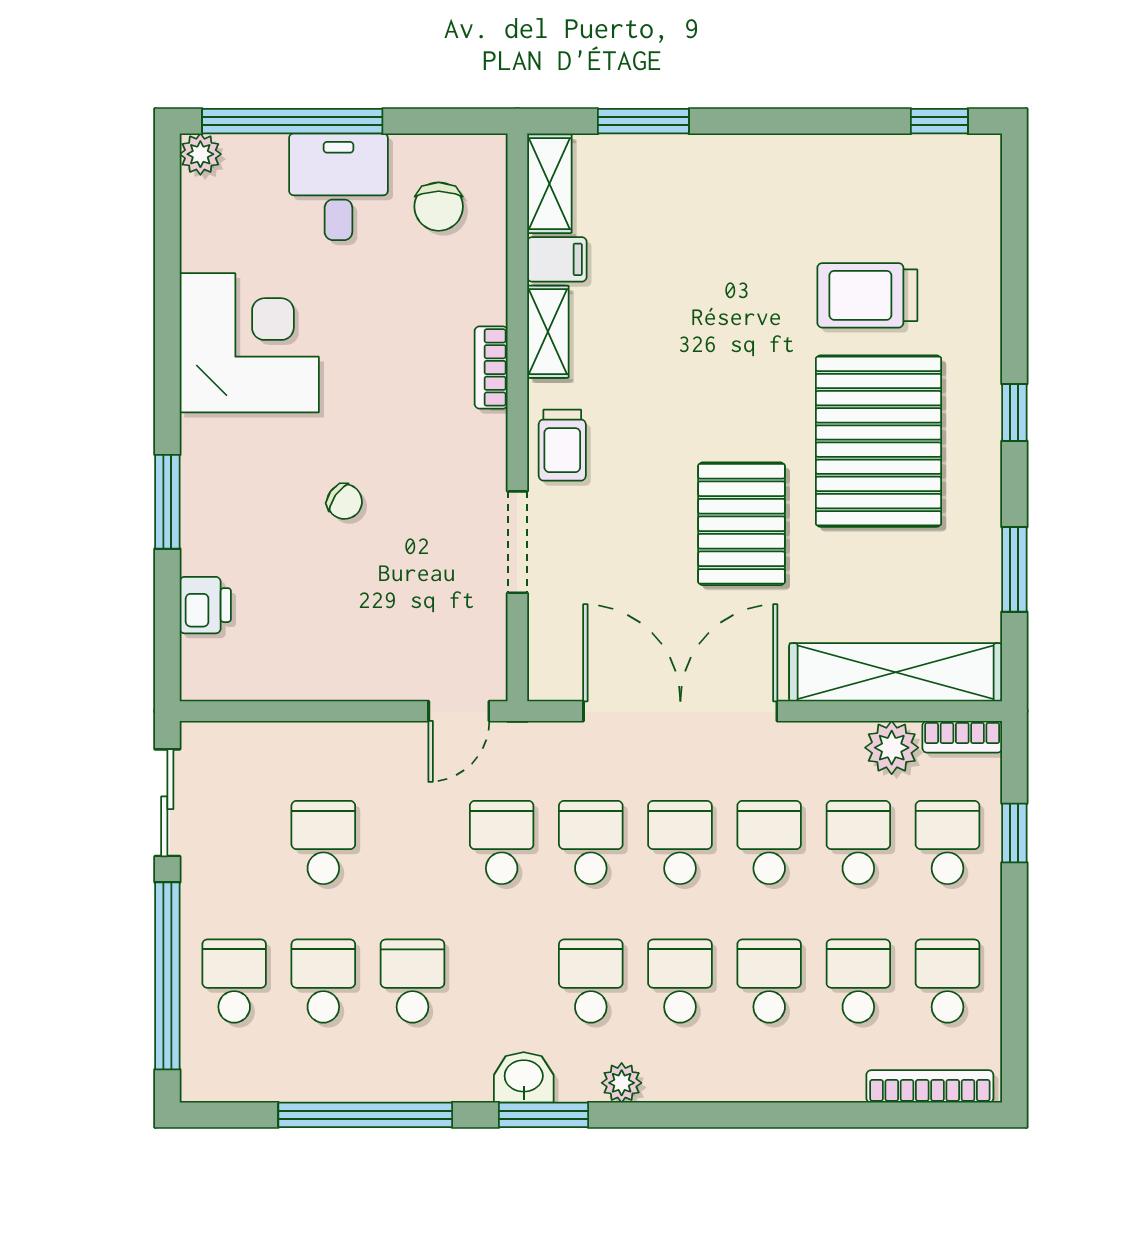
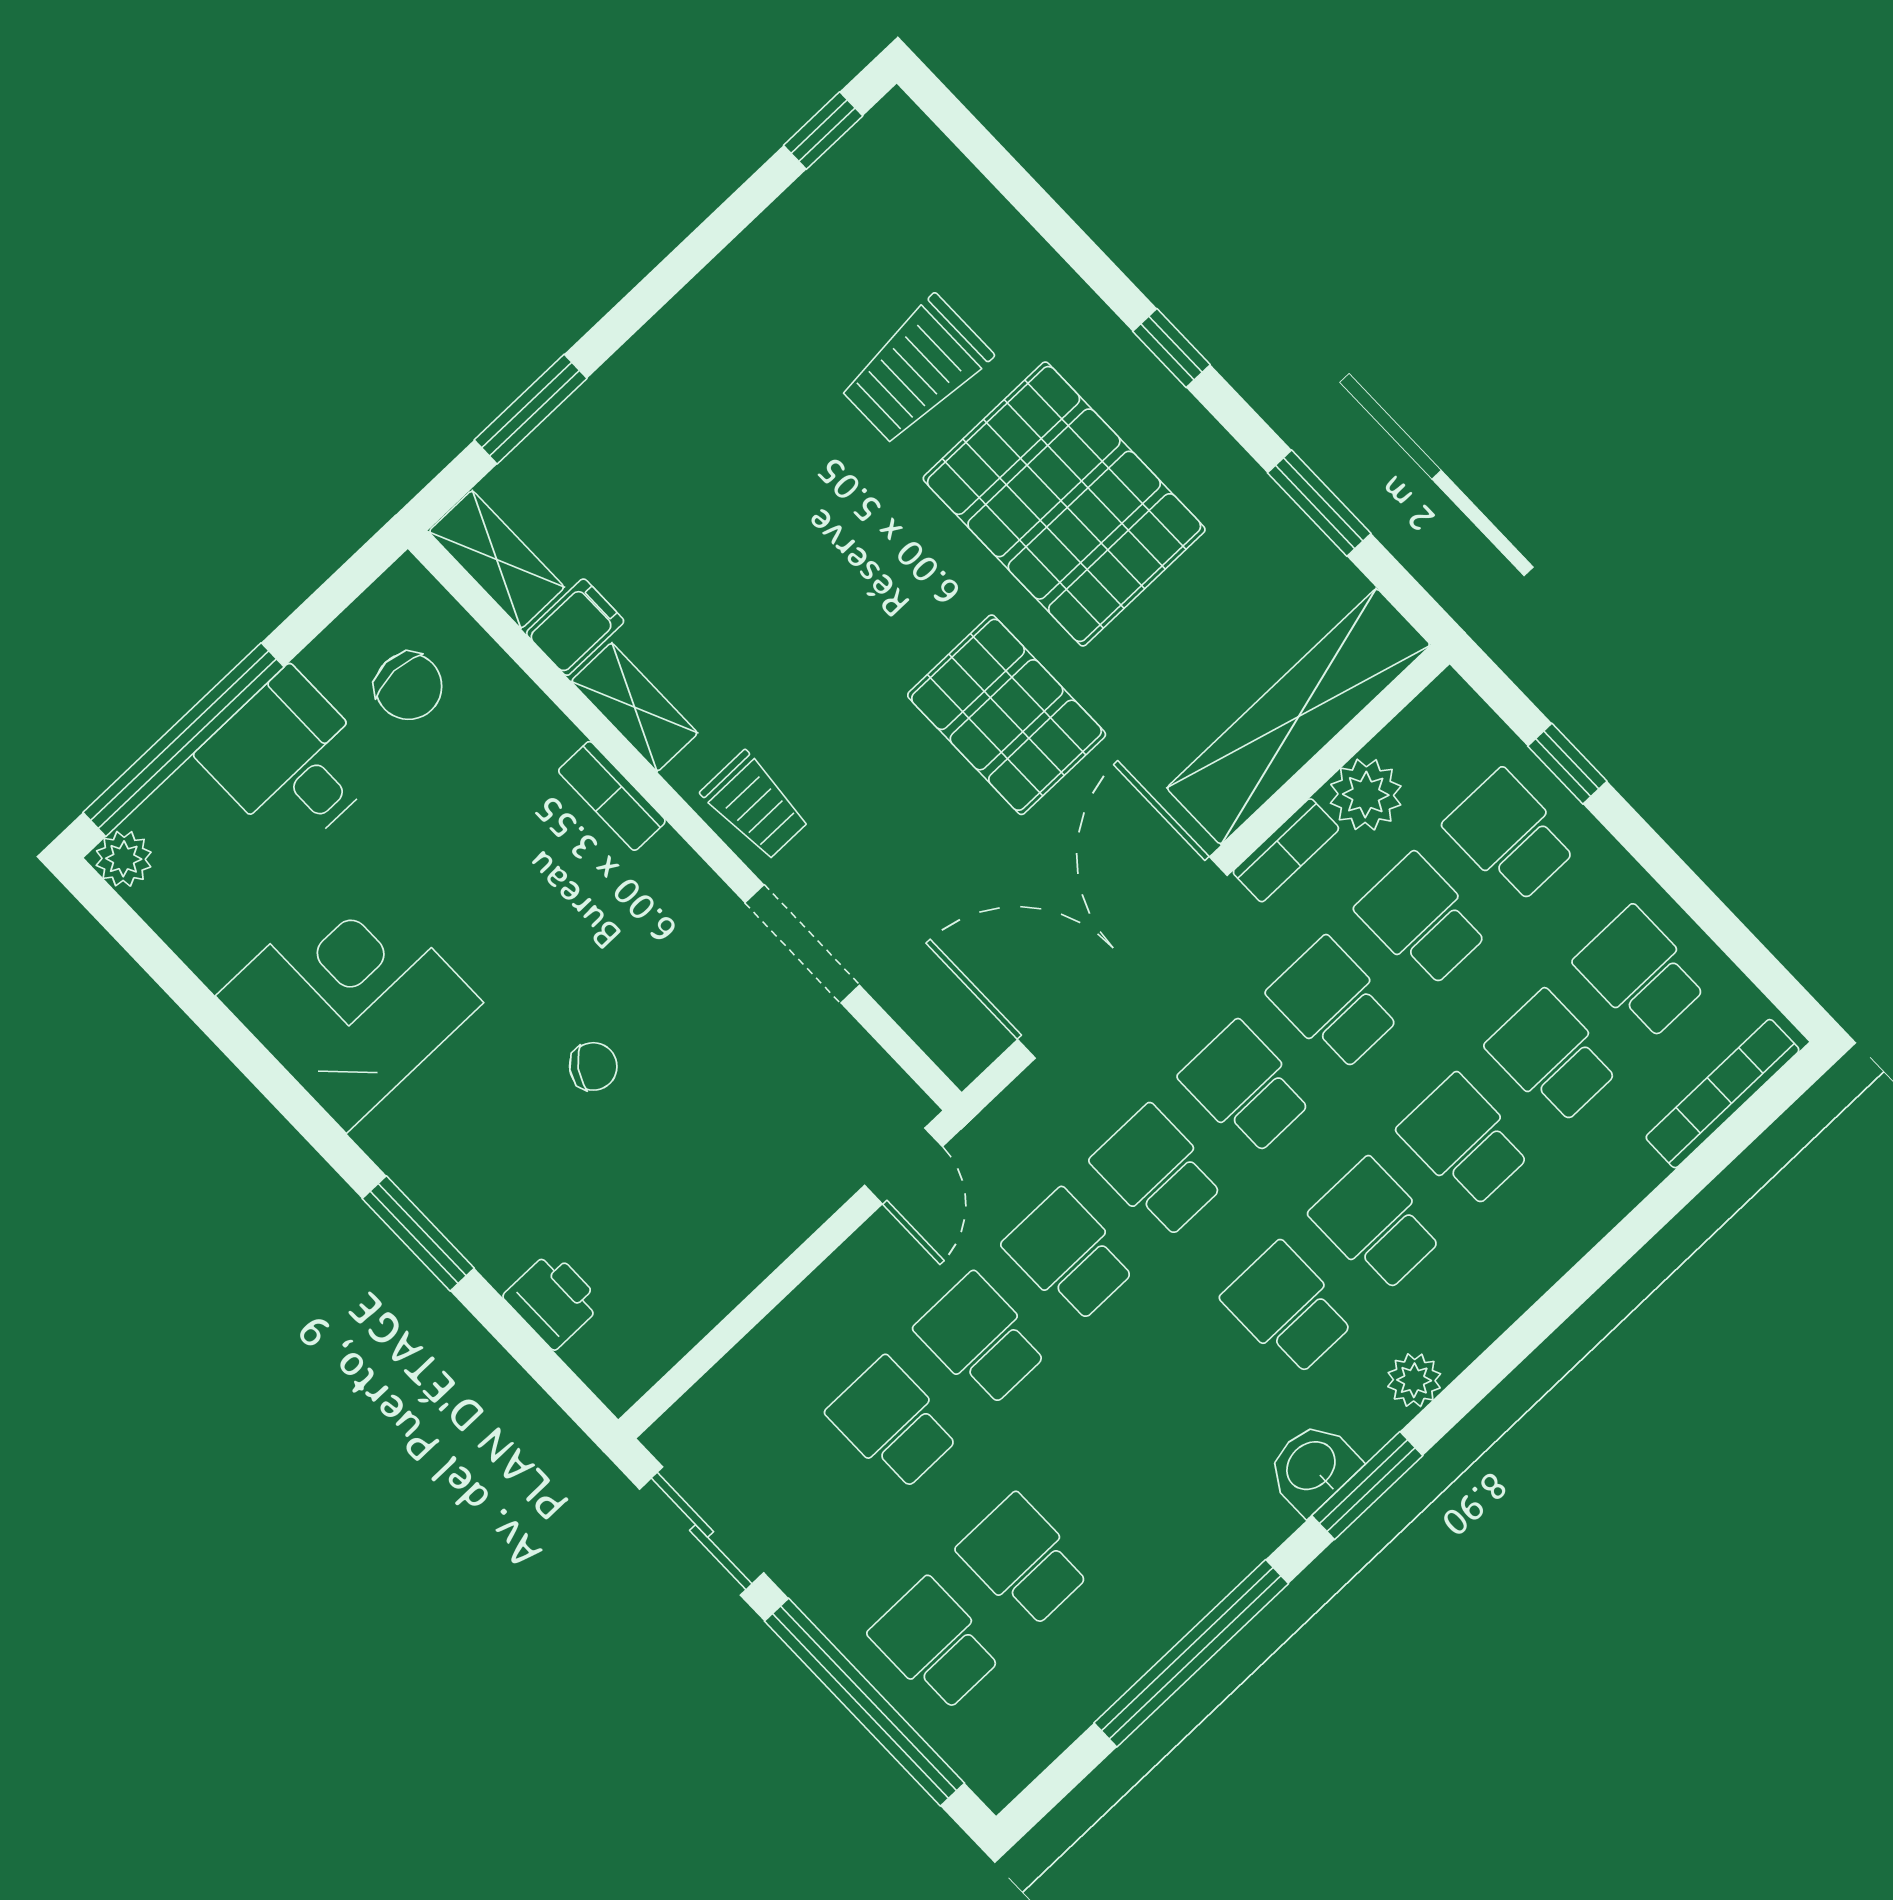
bookcase: (962, 737) -> (1286, 850), moved
school desk: (412, 981) -> (981, 1340), moved

